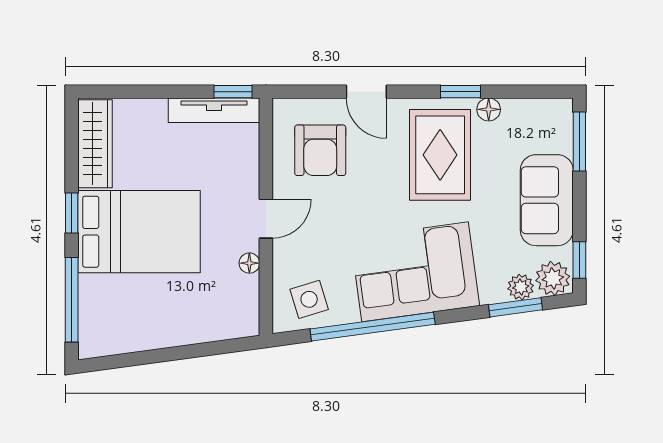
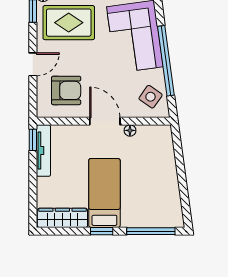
door: (266, 219) -> (105, 121), width x1.38
bed: (139, 232) -> (104, 193), width x0.67
side table: (309, 299) -> (151, 97), turned -38

